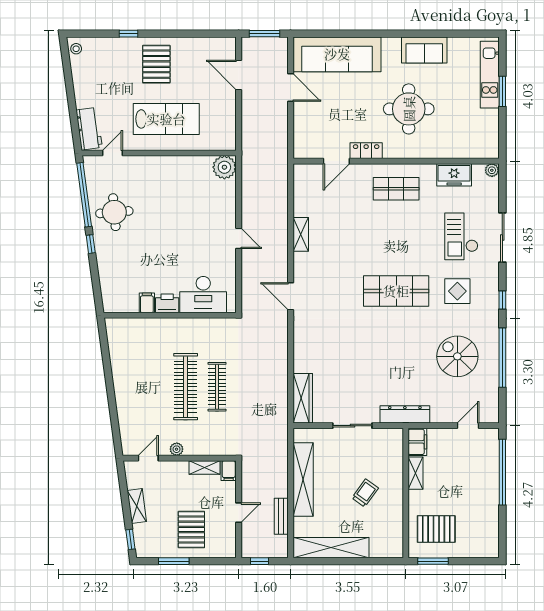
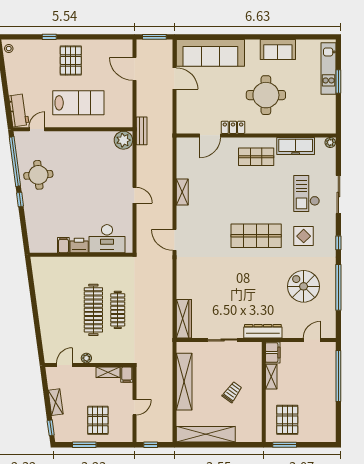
freezer: (454, 175) -> (296, 146), width x1.40
bench: (281, 516) -> (142, 131), moved
pallet: (436, 529) -> (287, 420), turned 90

